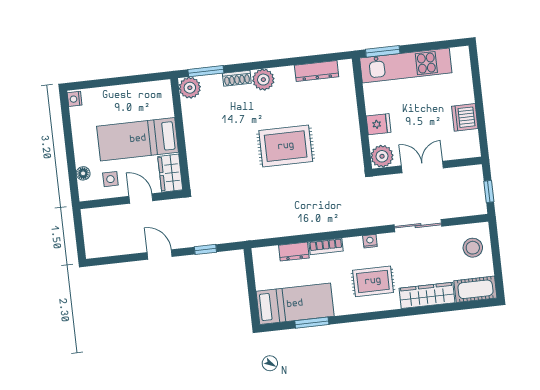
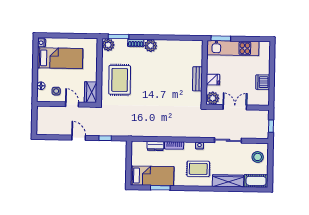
dresser: (317, 71) -> (182, 45), removed
bench: (351, 126) -> (197, 79), added
bed: (138, 139) -> (60, 58), moved, turned 180
rug: (286, 146) -> (120, 80), moved, turned 90

